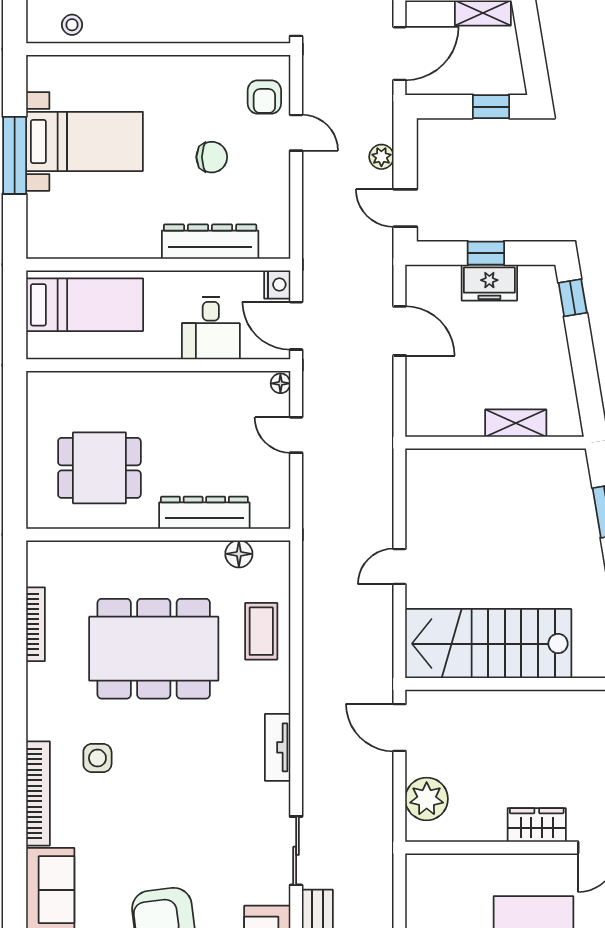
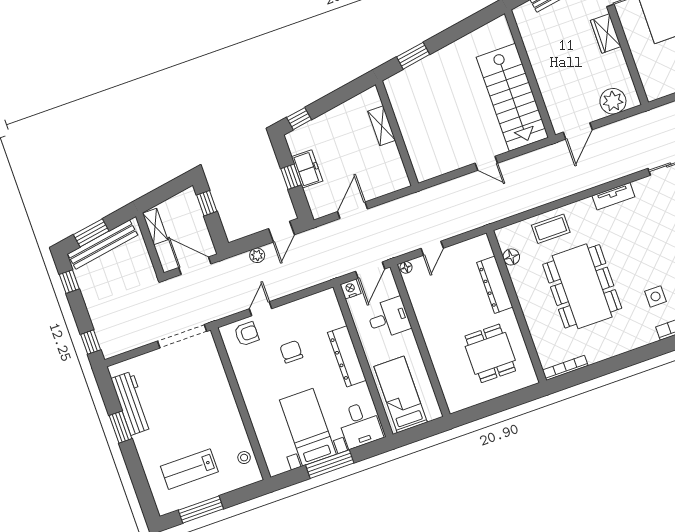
desk: (60, 224) -> (360, 425), added
dresser: (210, 242) -> (347, 356), moved
bookcase: (36, 624) -> (565, 368), moved

